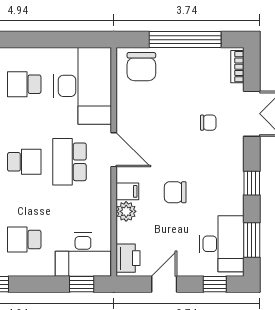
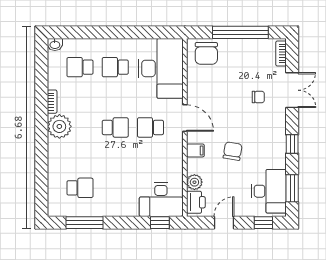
school desk: (69, 162) -> (150, 127), width x0.54
chair: (175, 192) -> (233, 151), turned 99
plant: (126, 211) -> (194, 182), moved
school desk: (24, 239) -> (115, 188), removed

